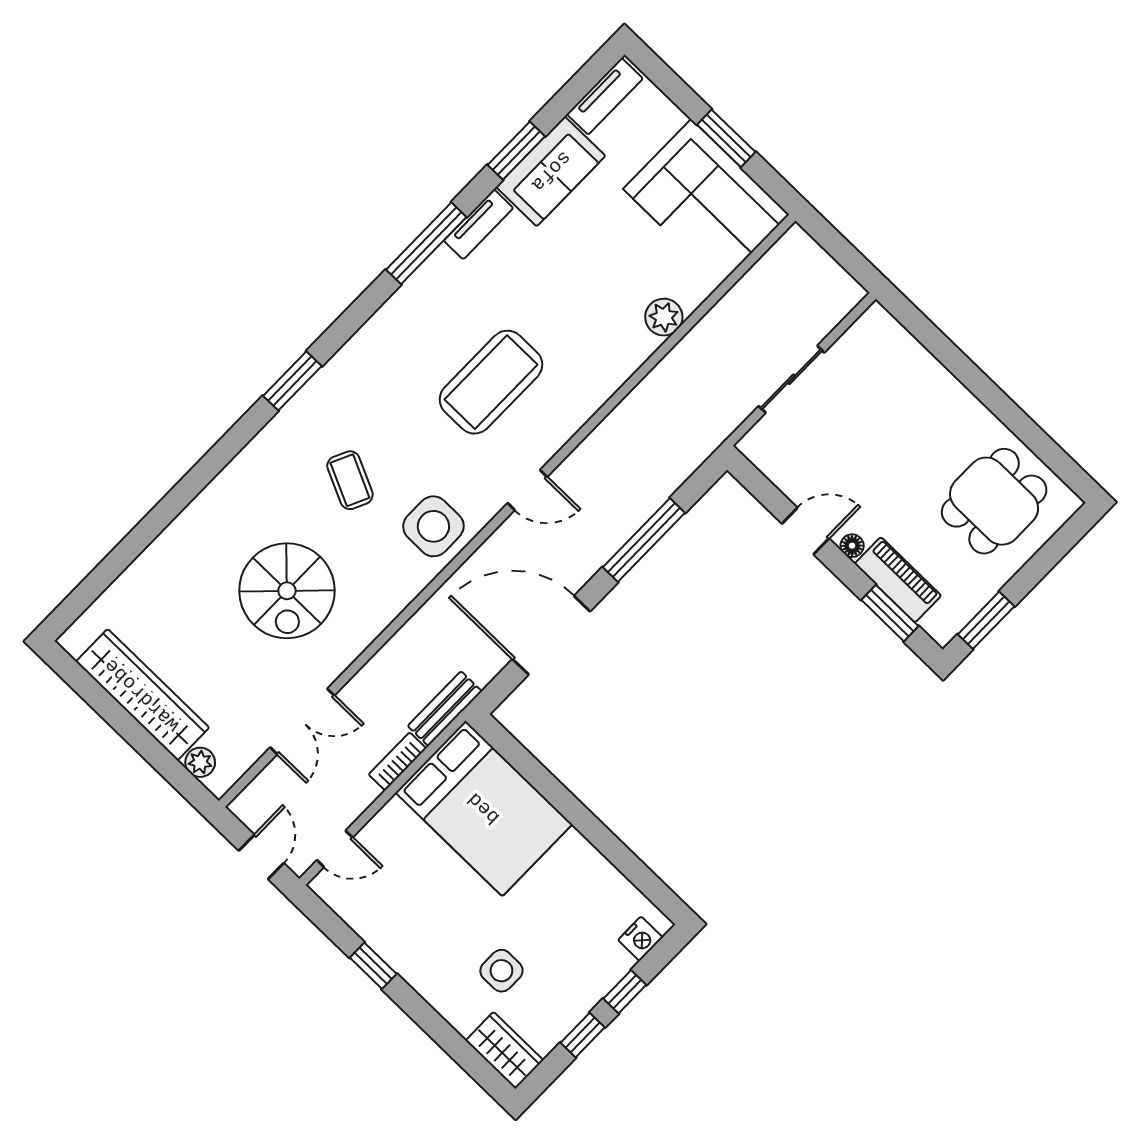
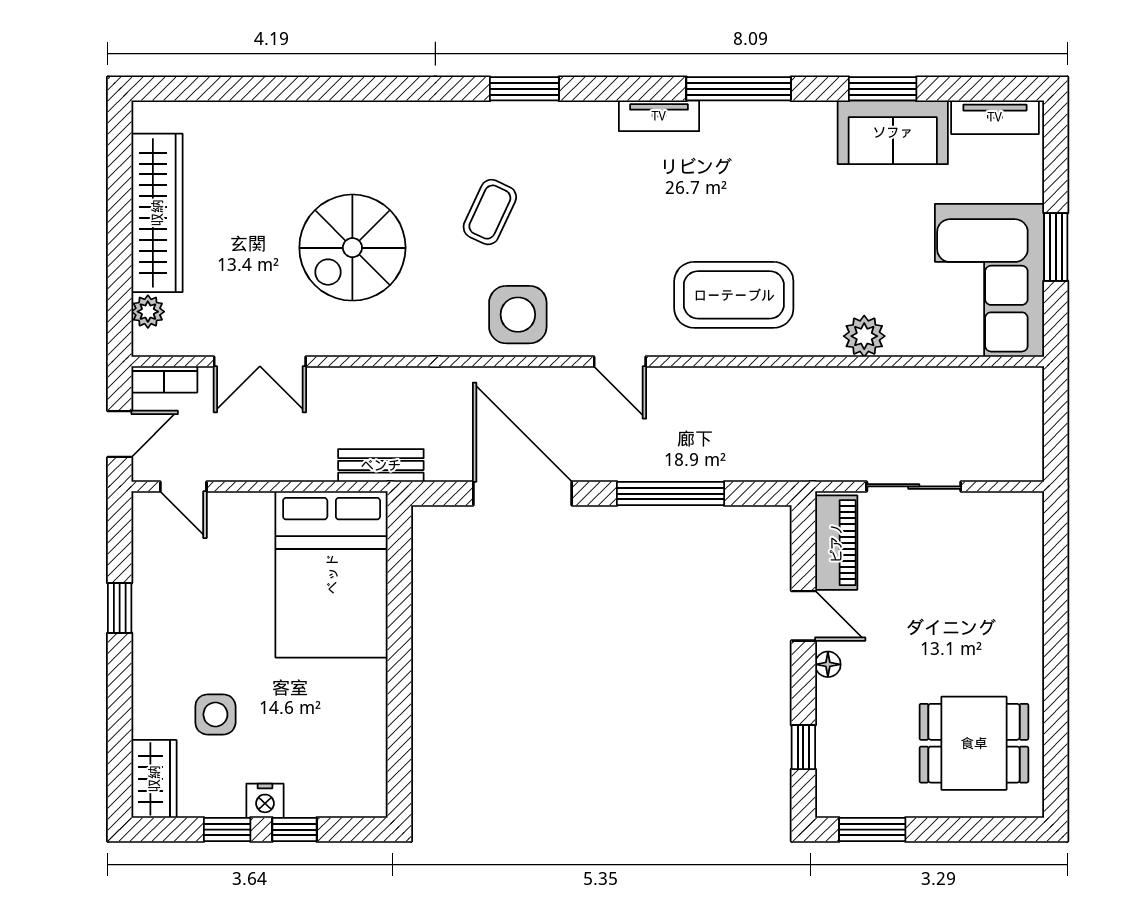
tv unit: (478, 224) -> (659, 116), moved
coffee table: (491, 382) -> (734, 295), moved
piano: (898, 580) -> (836, 543), moved
window: (890, 613) -> (803, 747), width x0.67
bookcase: (397, 761) -> (164, 379), moved, turned 180
nightstand: (640, 939) -> (265, 801), moved

